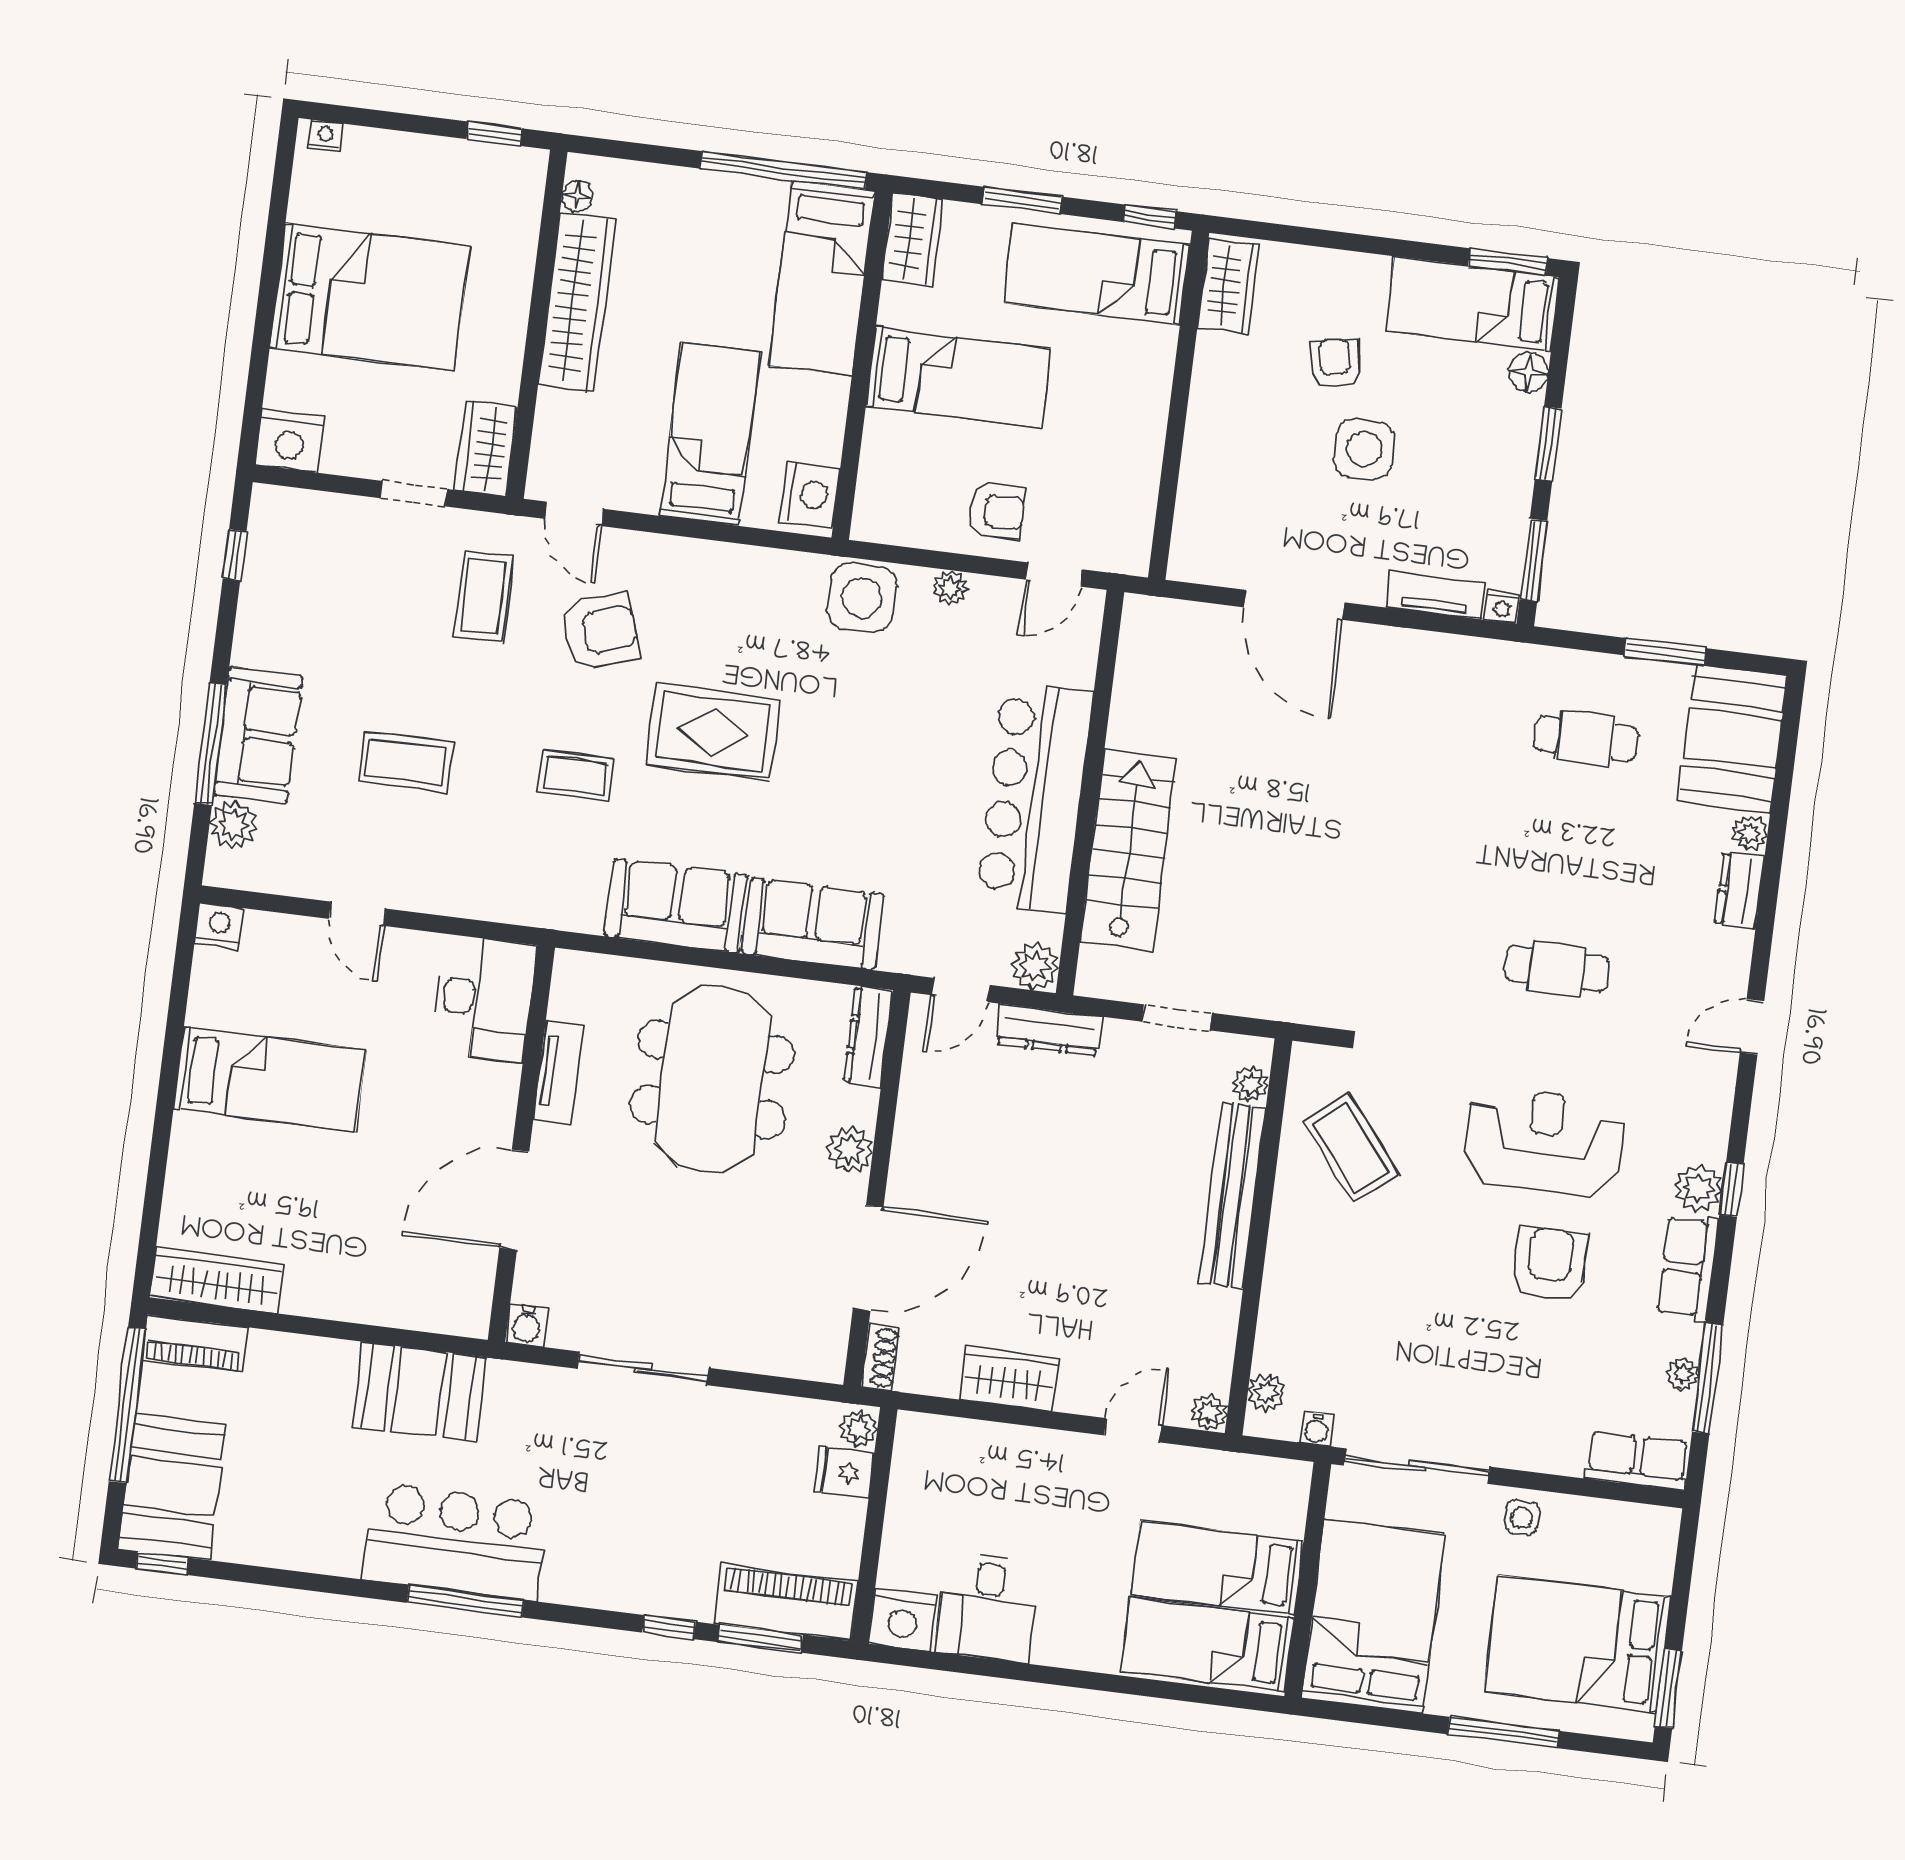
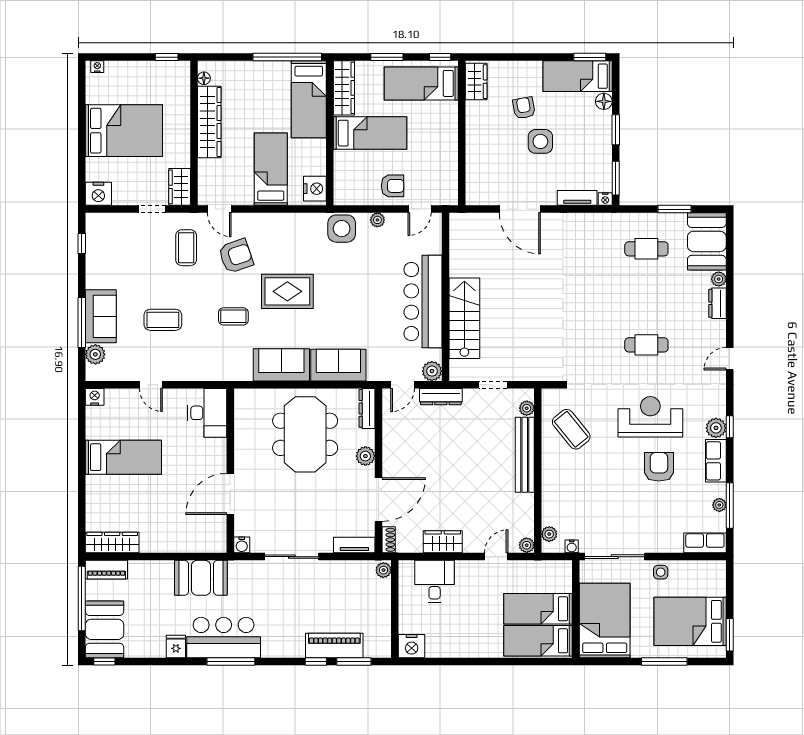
wardrobe: (912, 240) -> (344, 88), width x1.50
tv unit: (558, 1072) -> (354, 545), moved, turned -90
fridge: (844, 1472) -> (176, 647), moved, turned 90
piano: (786, 1603) -> (334, 645), moved
desk: (988, 1607) -> (435, 581), moved, turned 180

